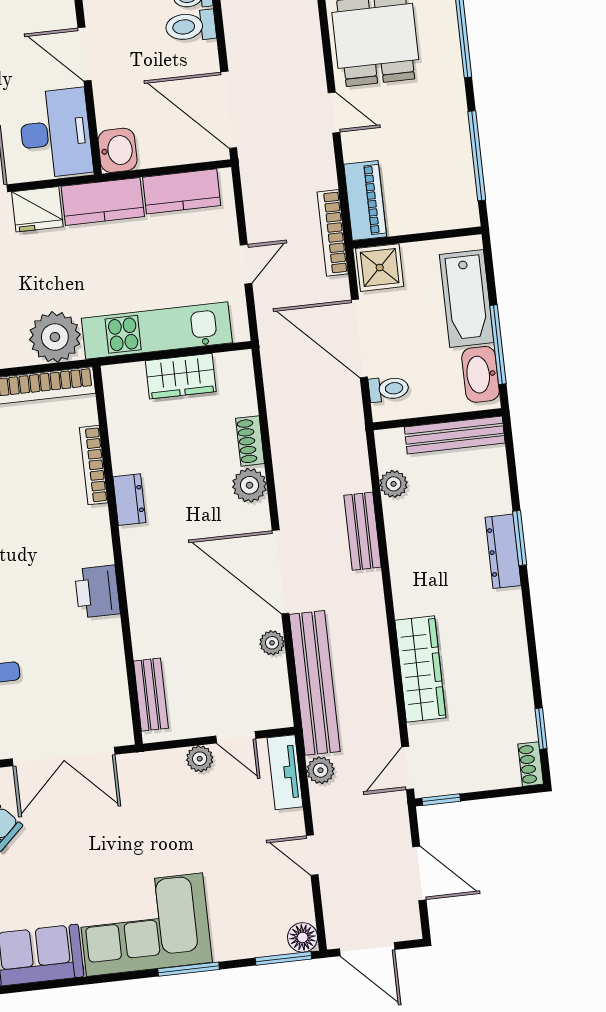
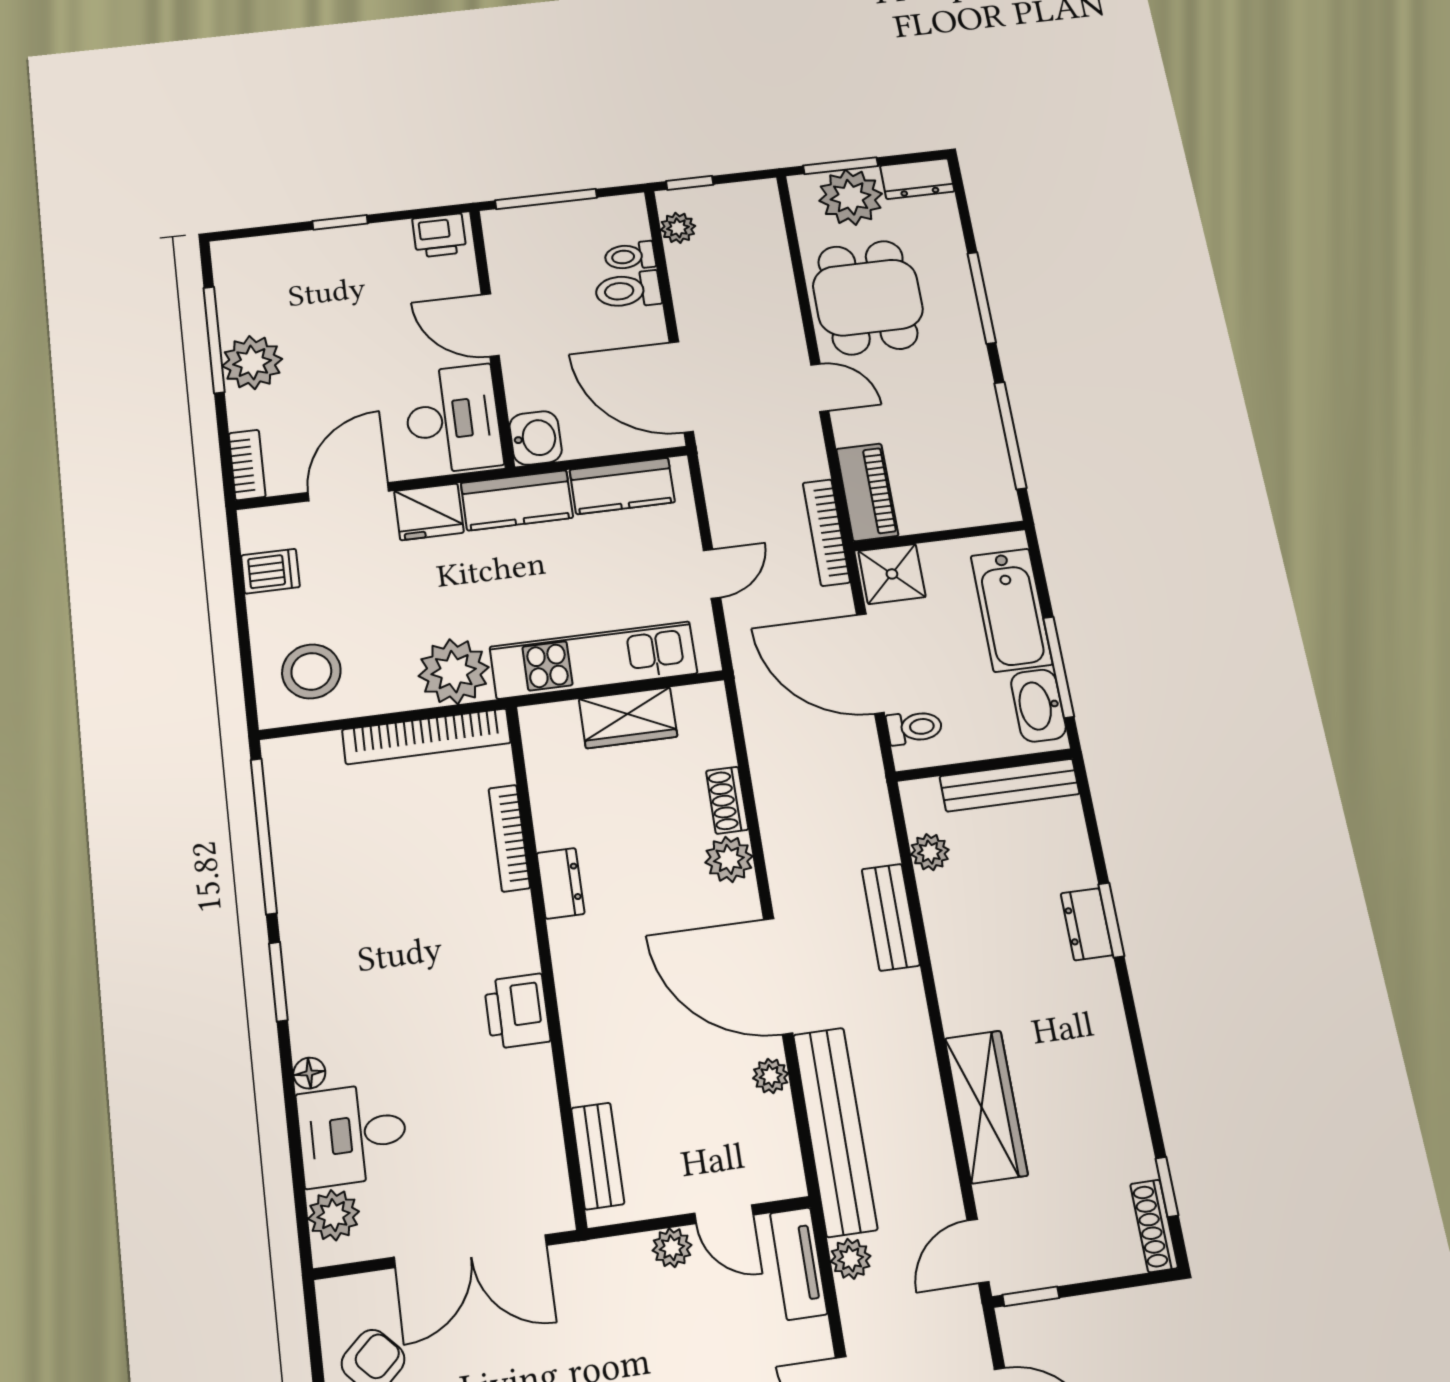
dresser: (503, 551) -> (1087, 924), width x0.70
shoe rack: (531, 764) -> (1154, 1226), width x1.43

